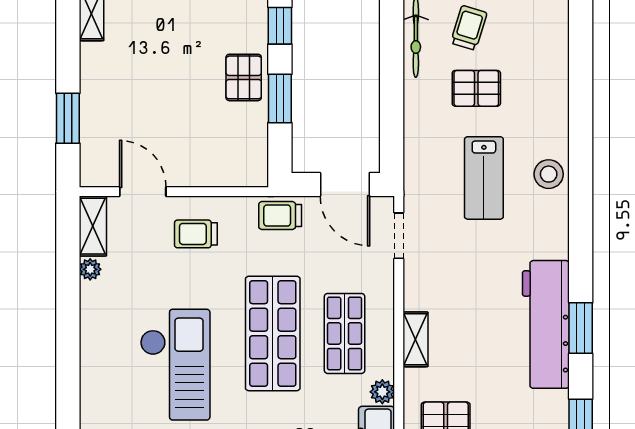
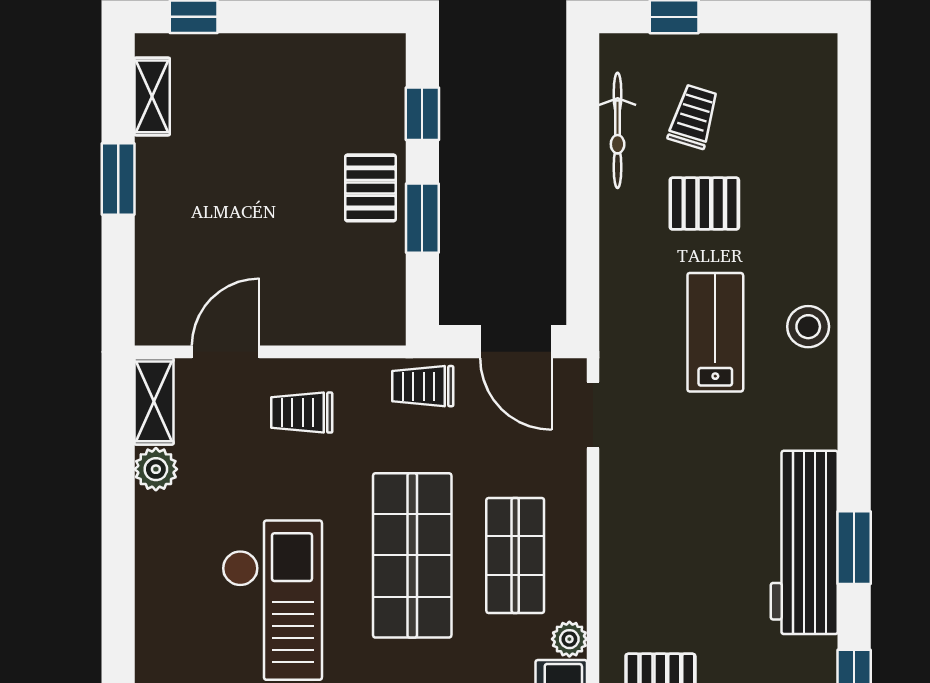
window: (68, 118) -> (118, 179), moved
lab bench: (484, 178) -> (715, 332), turned 180
door: (143, 192) -> (226, 352), hinge flipped
plant: (90, 269) -> (156, 469), width x1.38, depth x1.38
shelving: (415, 339) -> (617, 564), removed

